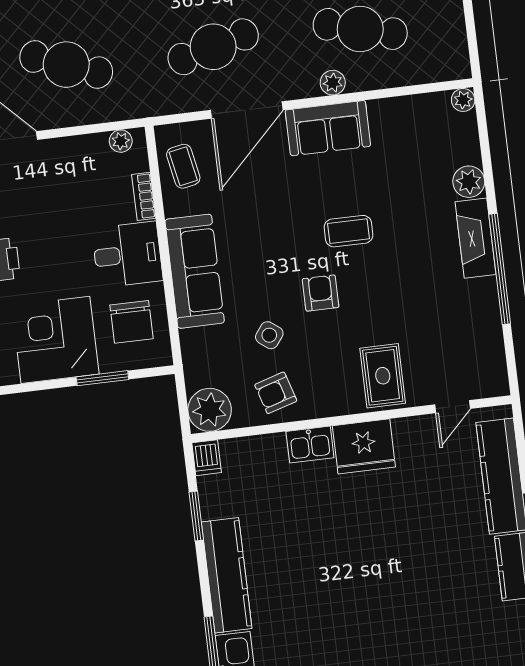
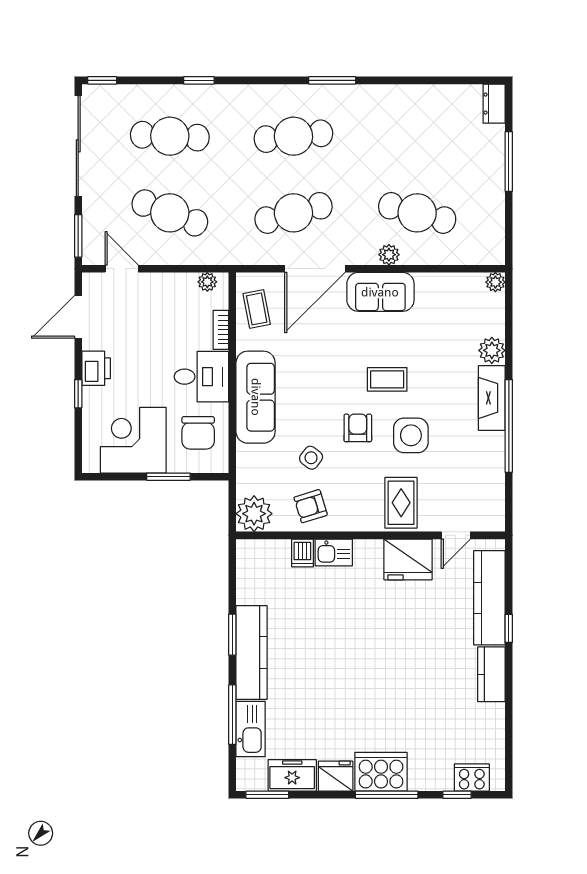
side table: (385, 294) -> (411, 435), added
fridge: (364, 446) -> (408, 559), moved
dishwasher: (207, 458) -> (302, 553), moved
window: (196, 516) -> (232, 635), moved

